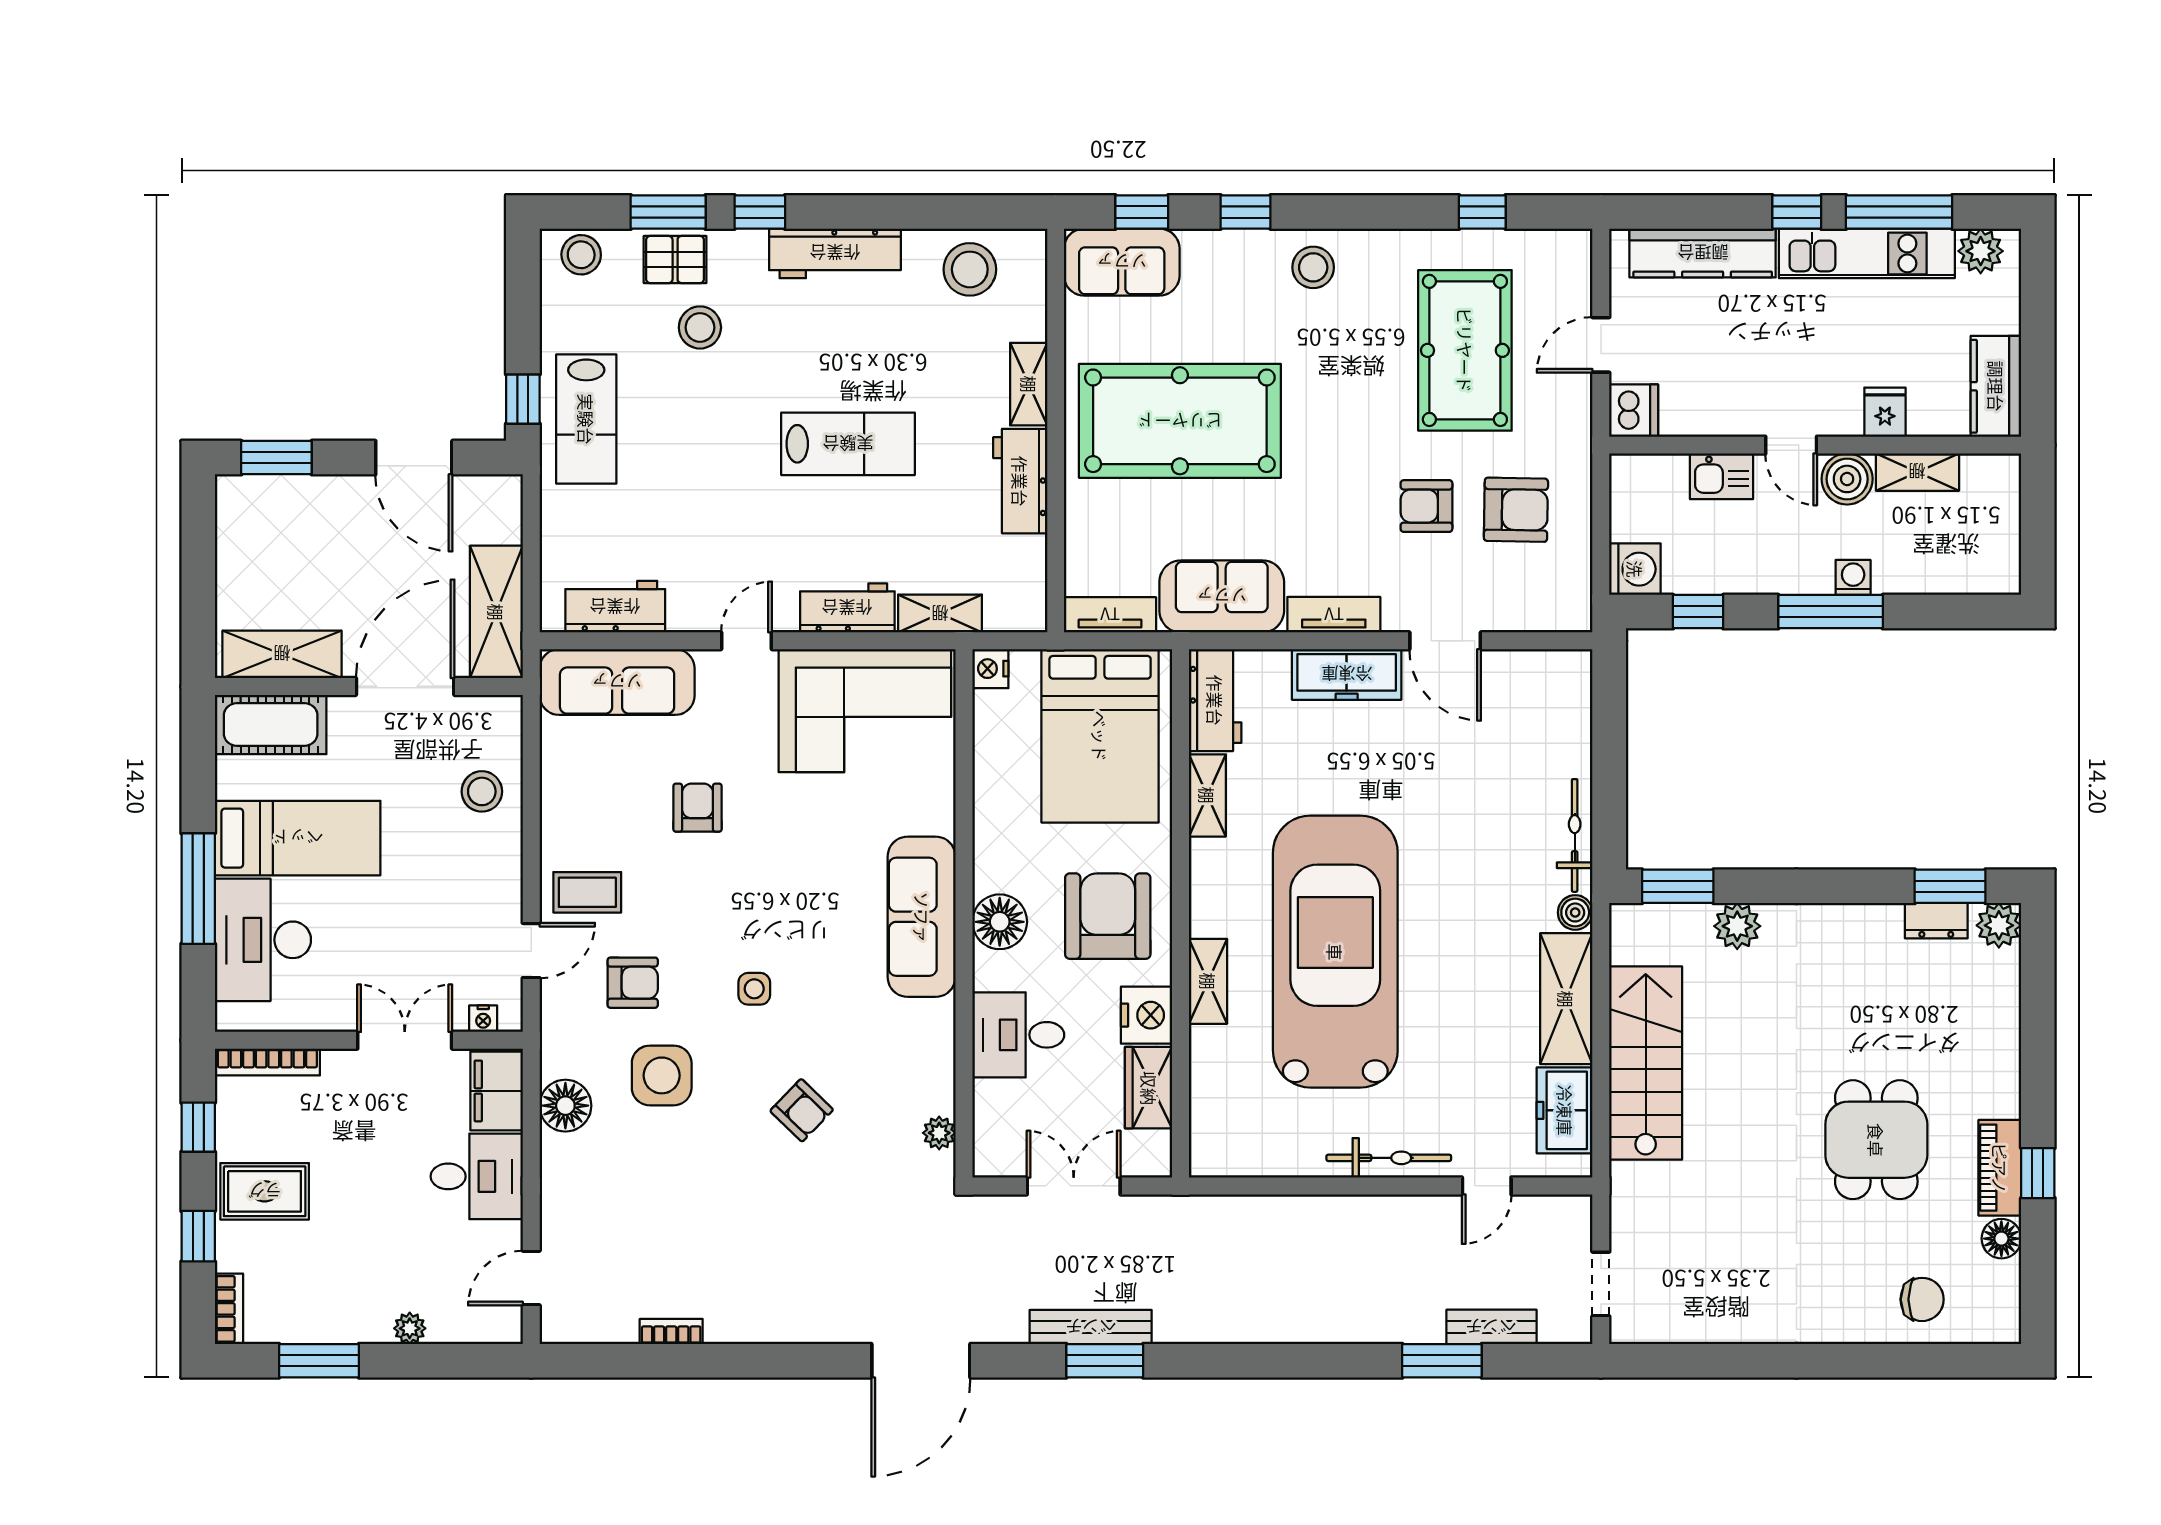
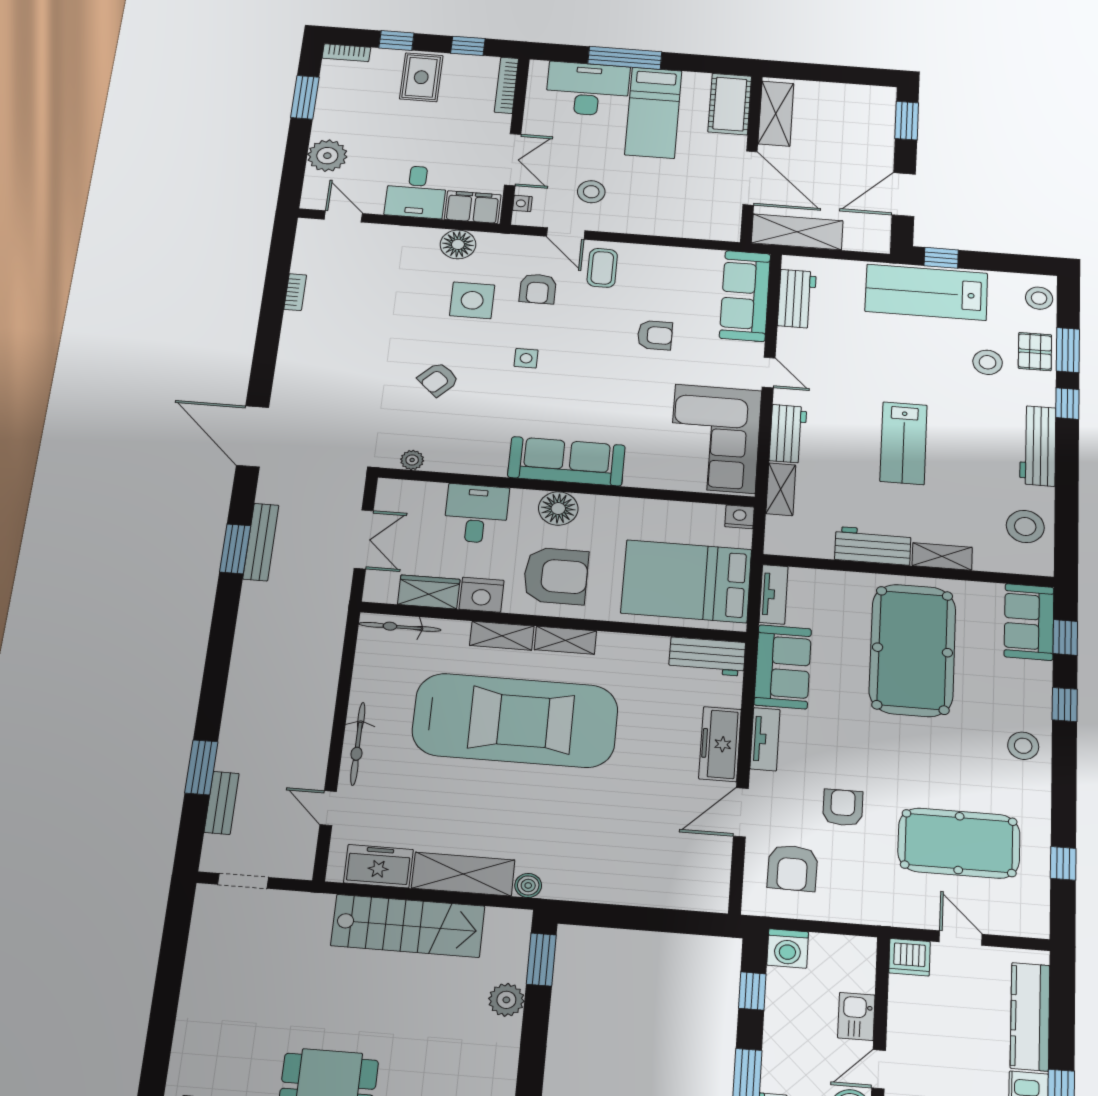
lab bench: (586, 419) -> (926, 292), width x1.36, depth x1.39
armchair: (1516, 510) -> (792, 868), moved
stool: (482, 791) -> (591, 192), moved
shelving: (1207, 795) -> (565, 640), moved
bicycle: (1575, 835) -> (400, 627), moved, turned 180
plant: (410, 1328) -> (327, 156), width x1.87, depth x1.87

